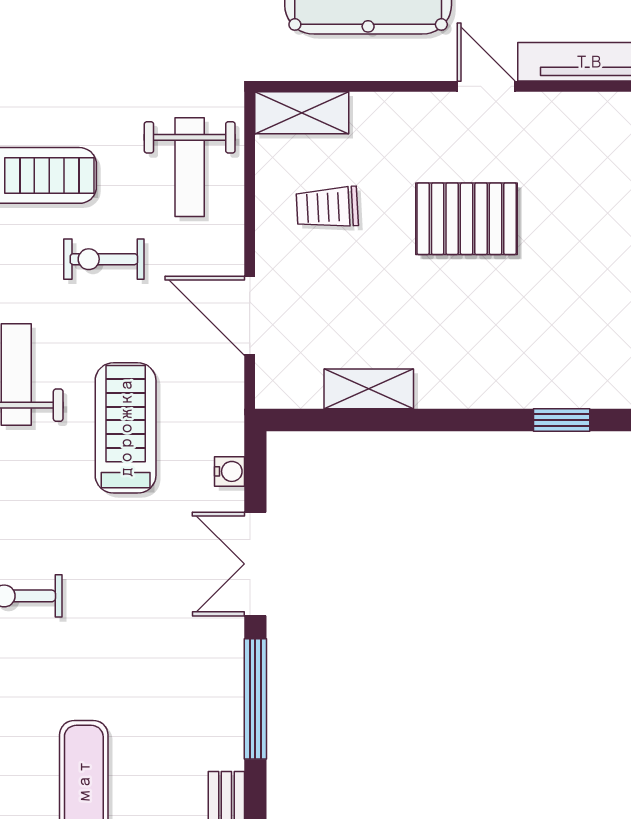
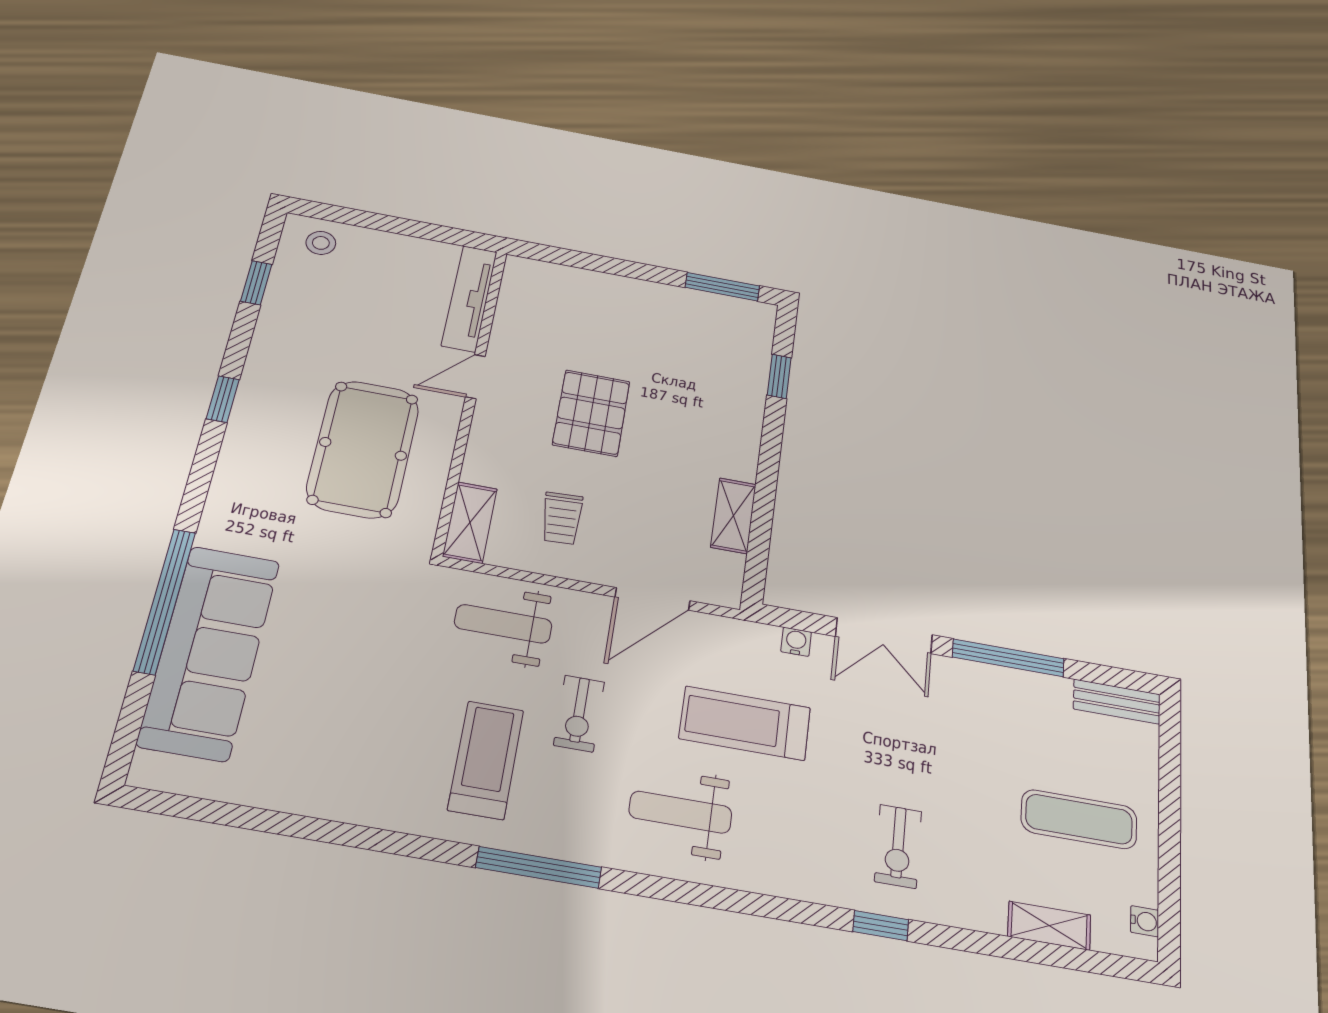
weight bench: (190, 167) -> (503, 624), turned 180

